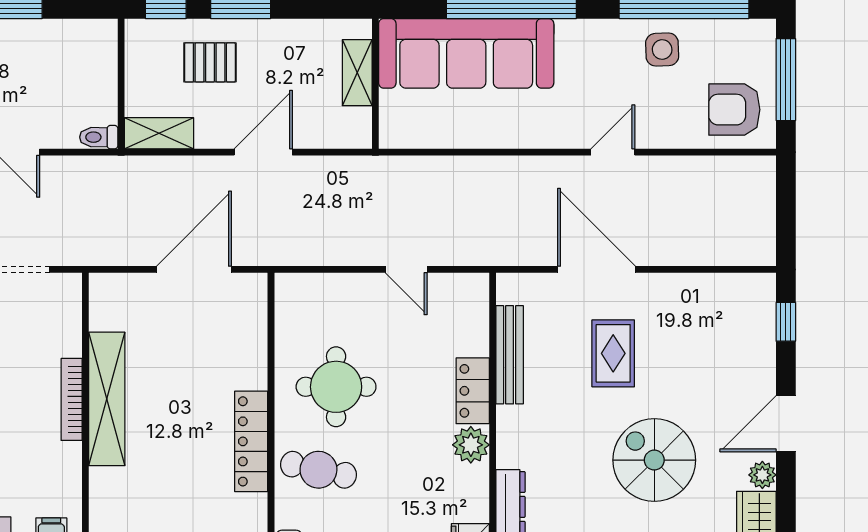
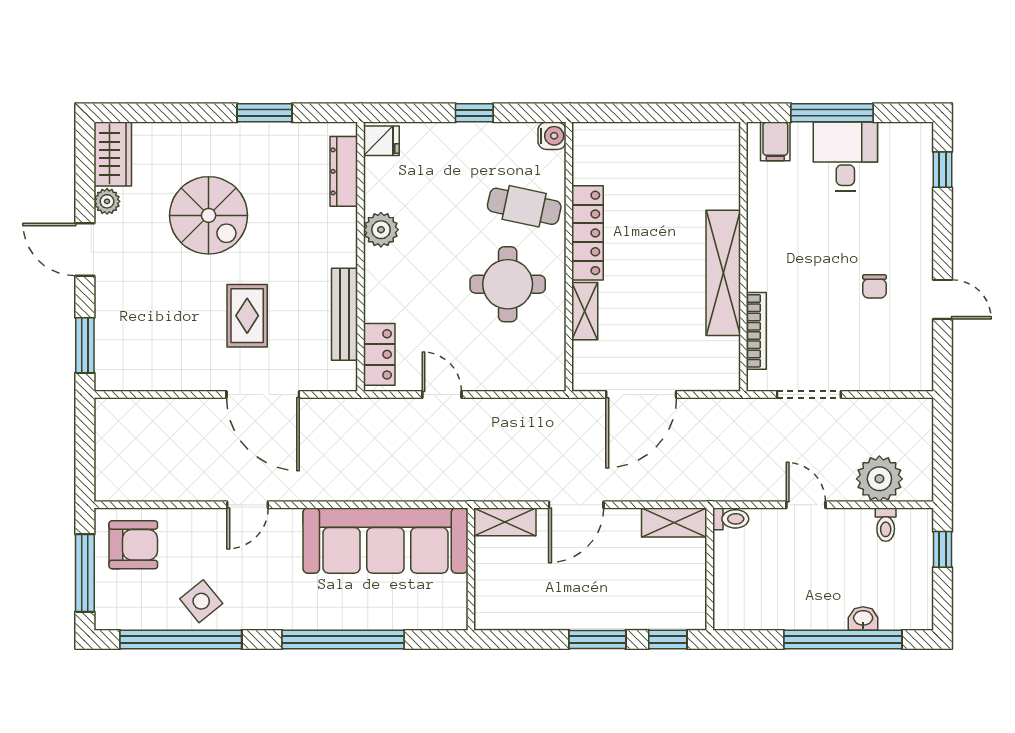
side table: (662, 50) -> (201, 601), turned -37
sofa: (466, 53) -> (385, 541), moved, turned 180
pallet: (210, 62) -> (626, 589), removed
shelving: (357, 73) -> (505, 522), moved, turned 90
window: (786, 322) -> (85, 345), width x1.50
shelving: (254, 358) -> (585, 311), added
locker: (473, 391) -> (379, 354), moved
bookcase: (72, 399) -> (756, 331), moved
door: (786, 424) -> (85, 249), swing flipped

